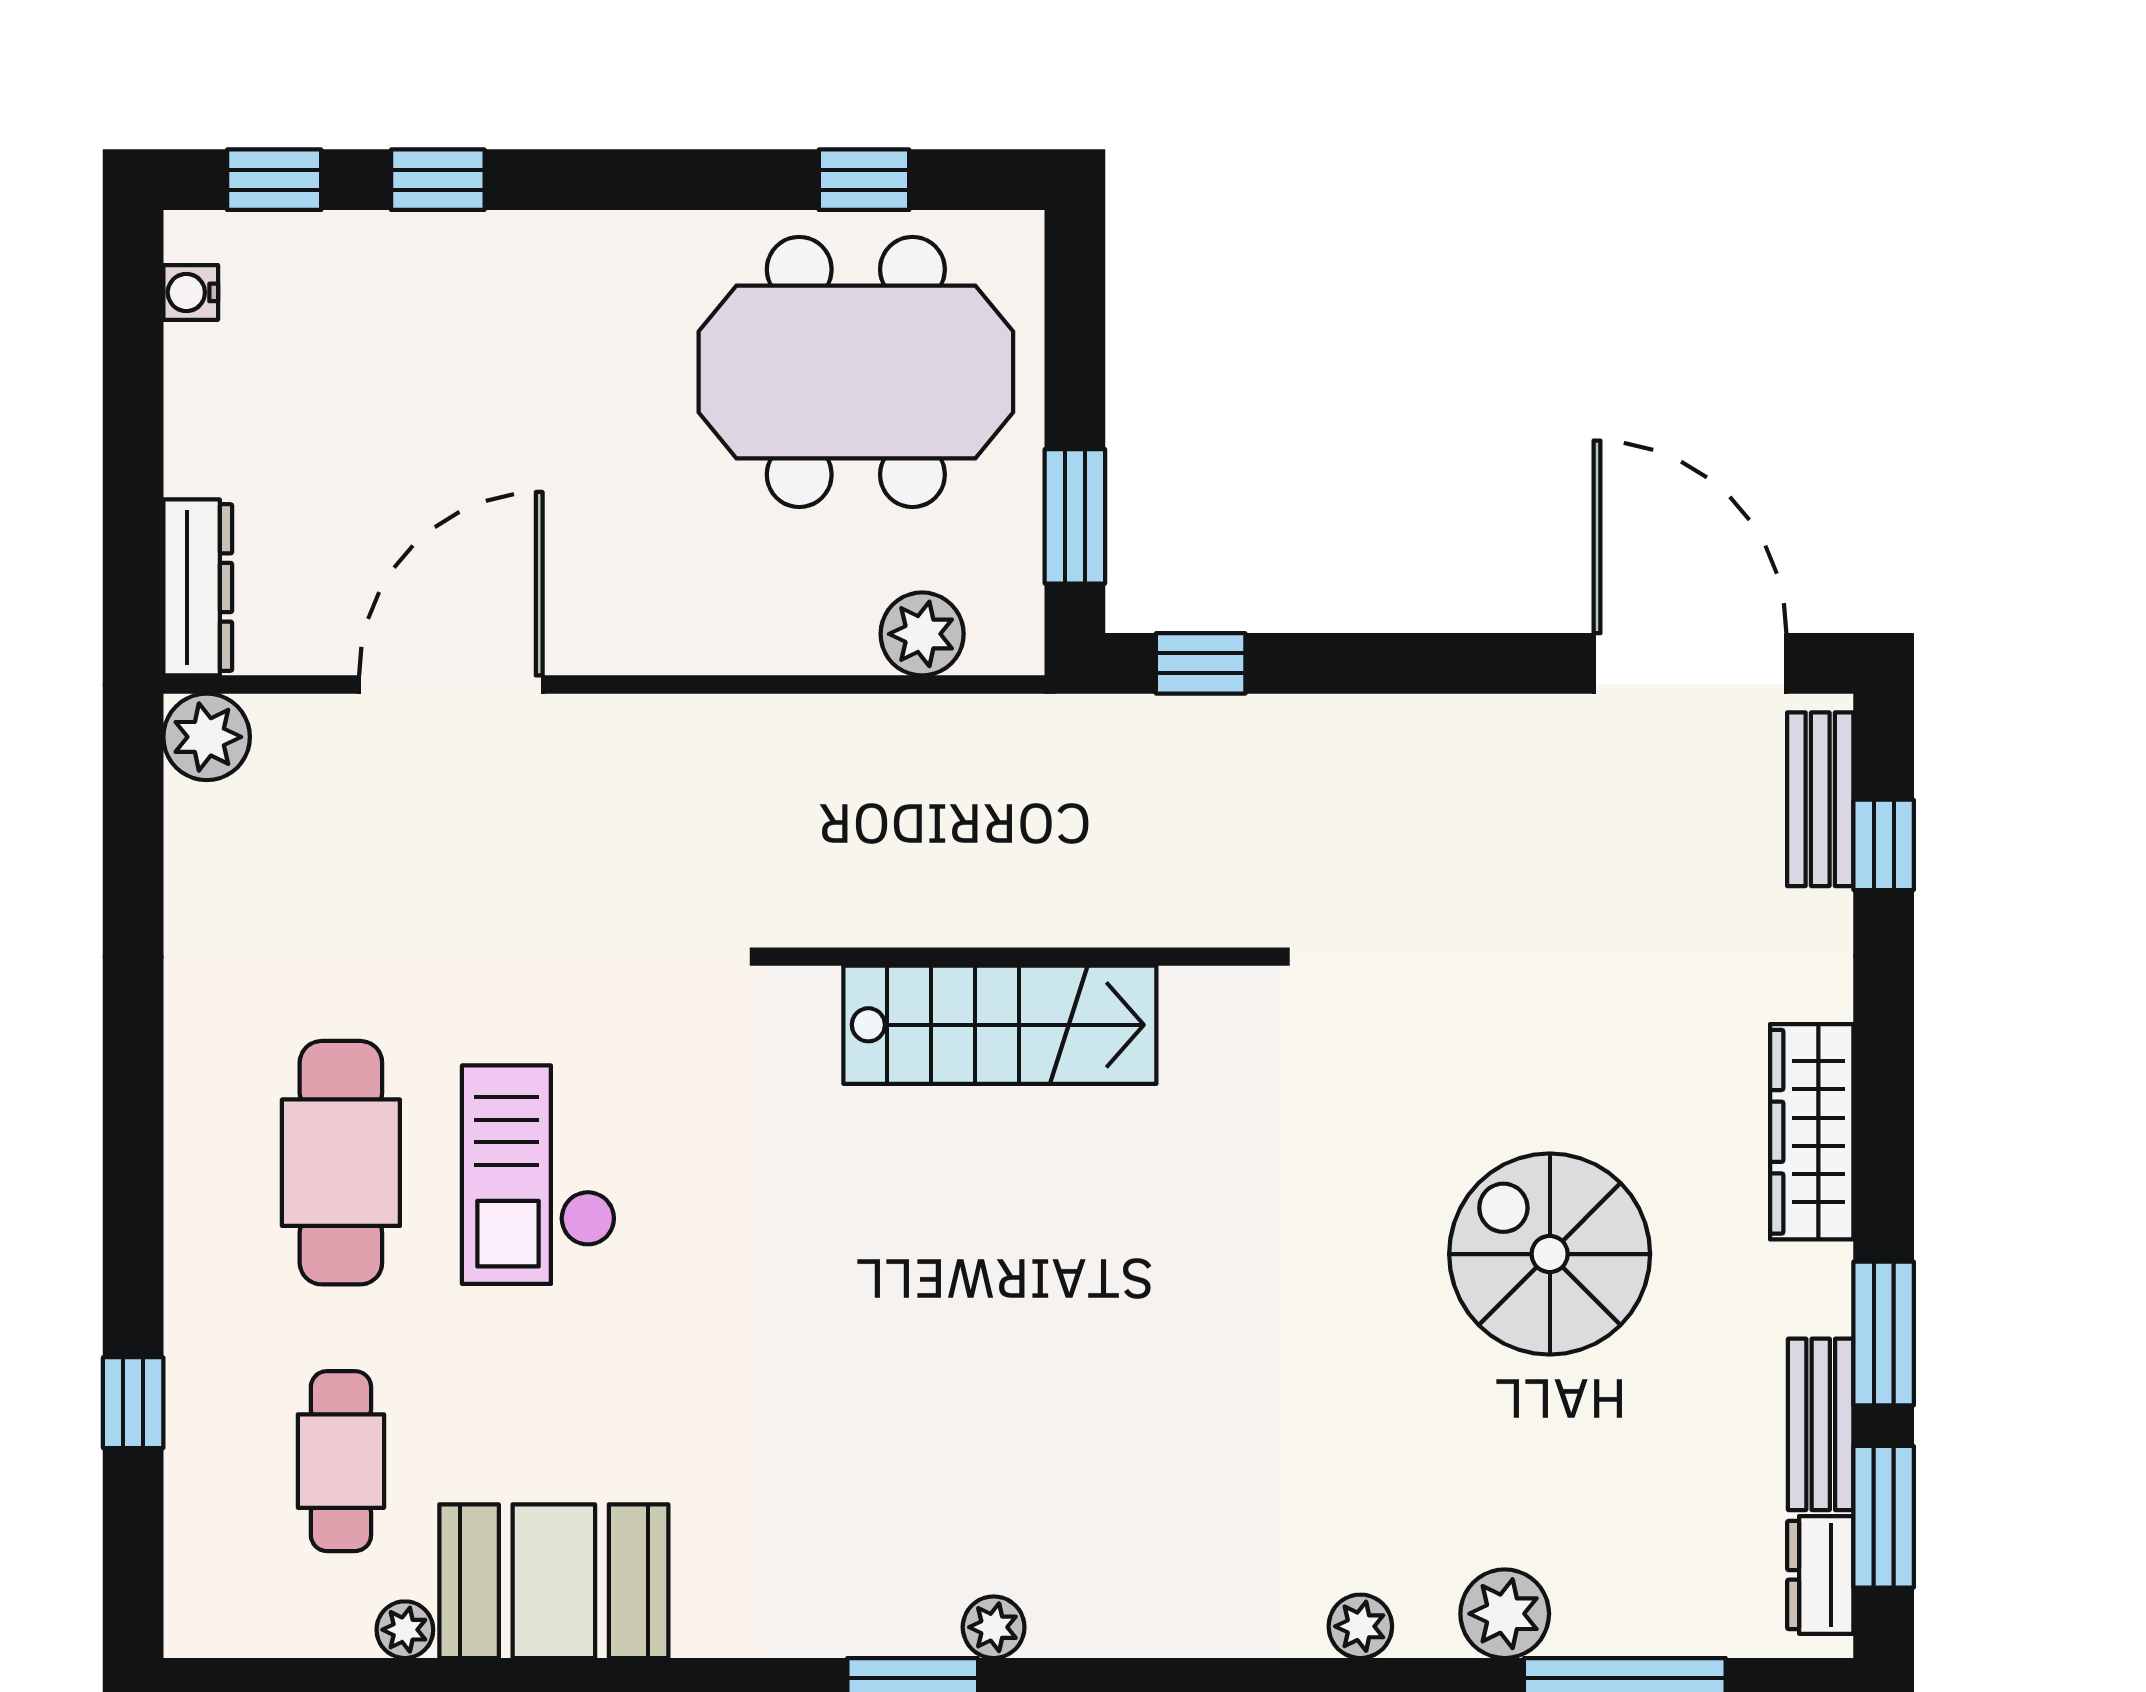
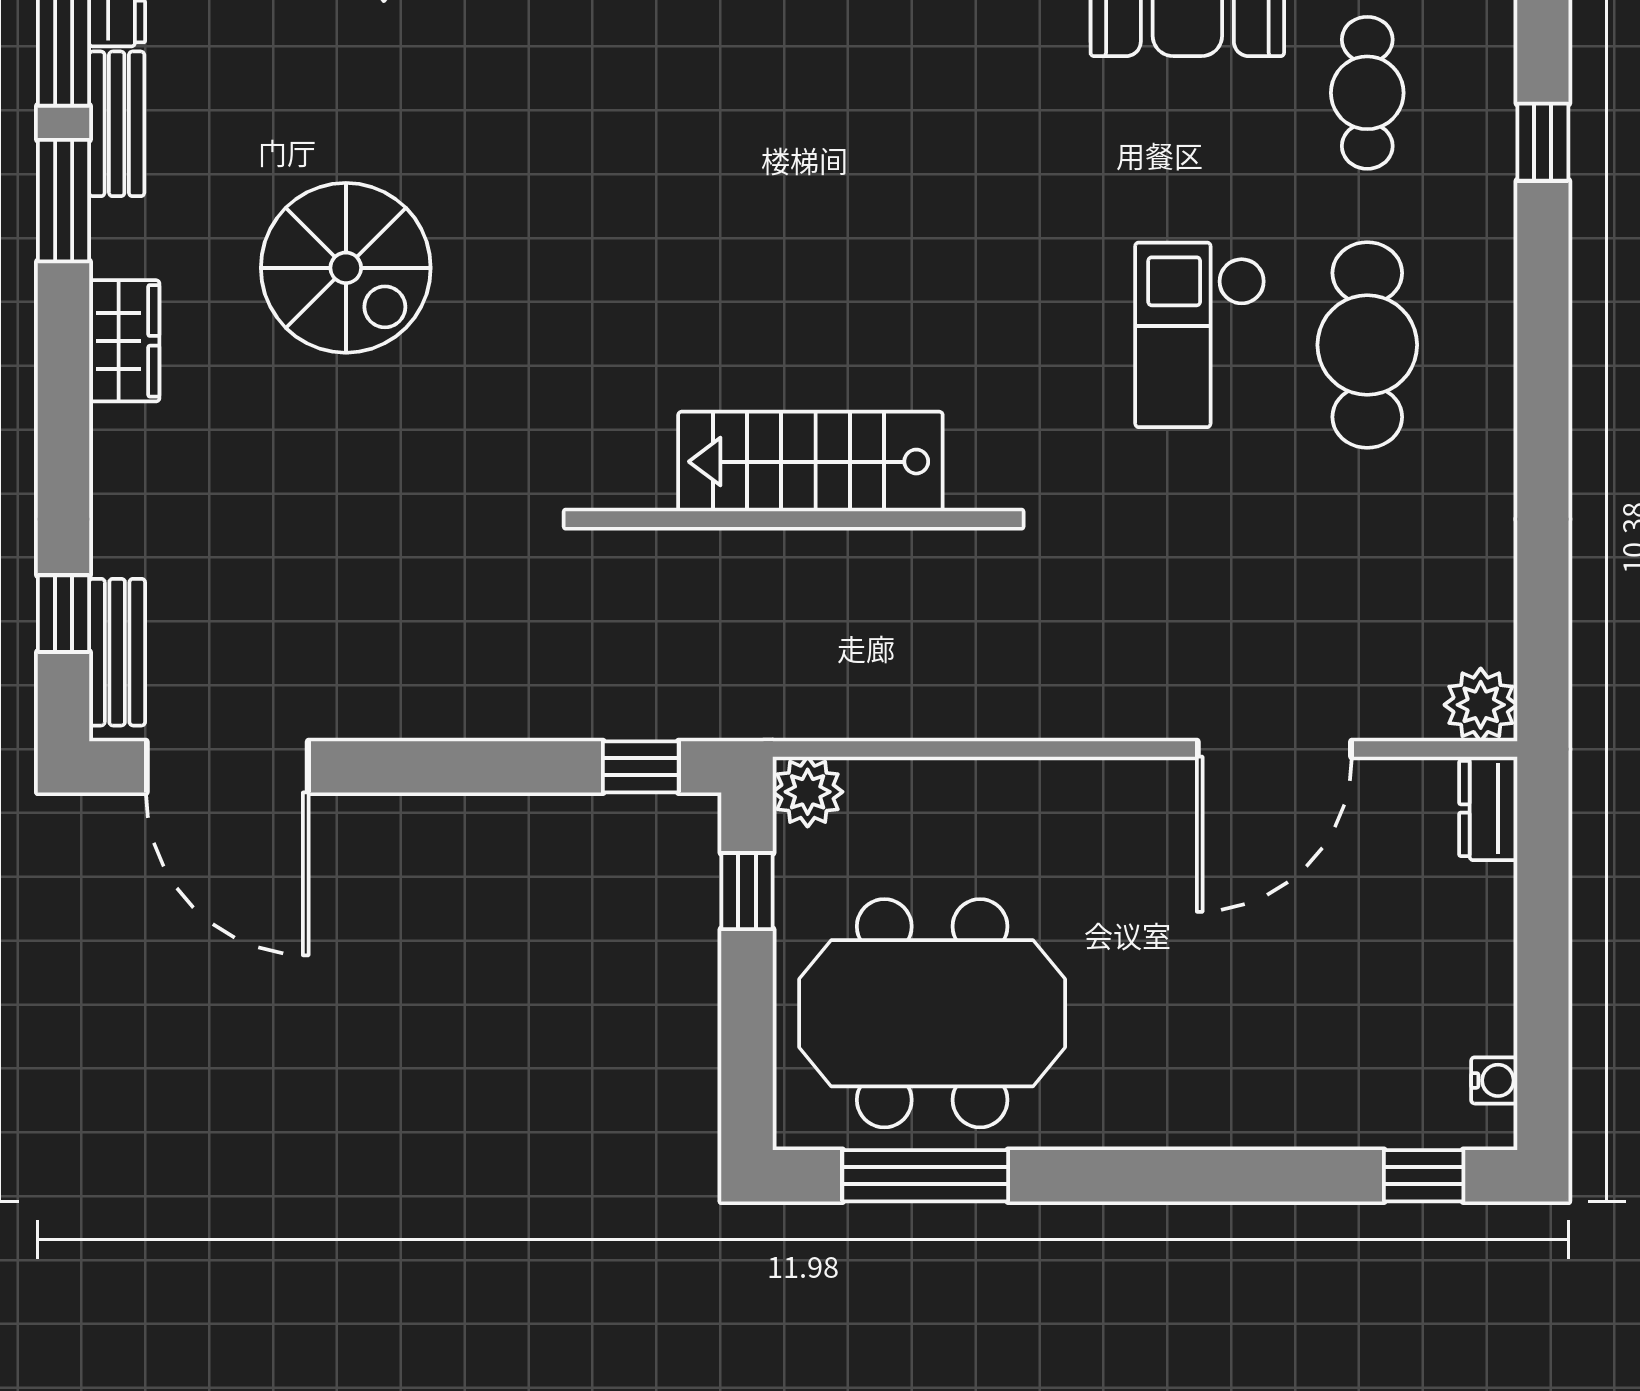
window: (438, 180) -> (1285, 1176), removed
window: (864, 180) -> (925, 1176), width x2.17
window: (1075, 516) -> (747, 891), width x0.67
dresser: (198, 587) -> (1488, 808), width x0.70
plant: (922, 634) -> (808, 792), moved
wardrobe: (1812, 1132) -> (124, 341), width x0.67
checkout: (539, 1175) -> (1200, 335), turned 180

